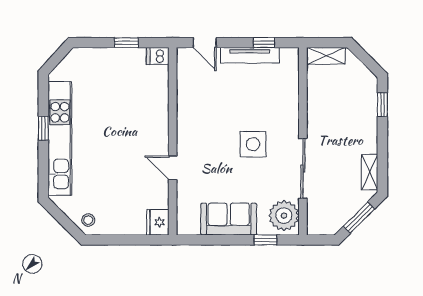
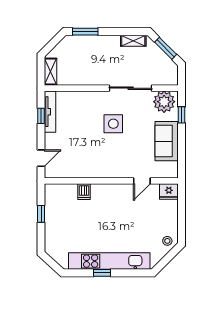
tv unit: (250, 55) -> (50, 112), moved
dishwasher: (158, 56) -> (84, 192), moved
window: (382, 105) -> (85, 32), width x1.50
door: (173, 168) -> (142, 181), moved

